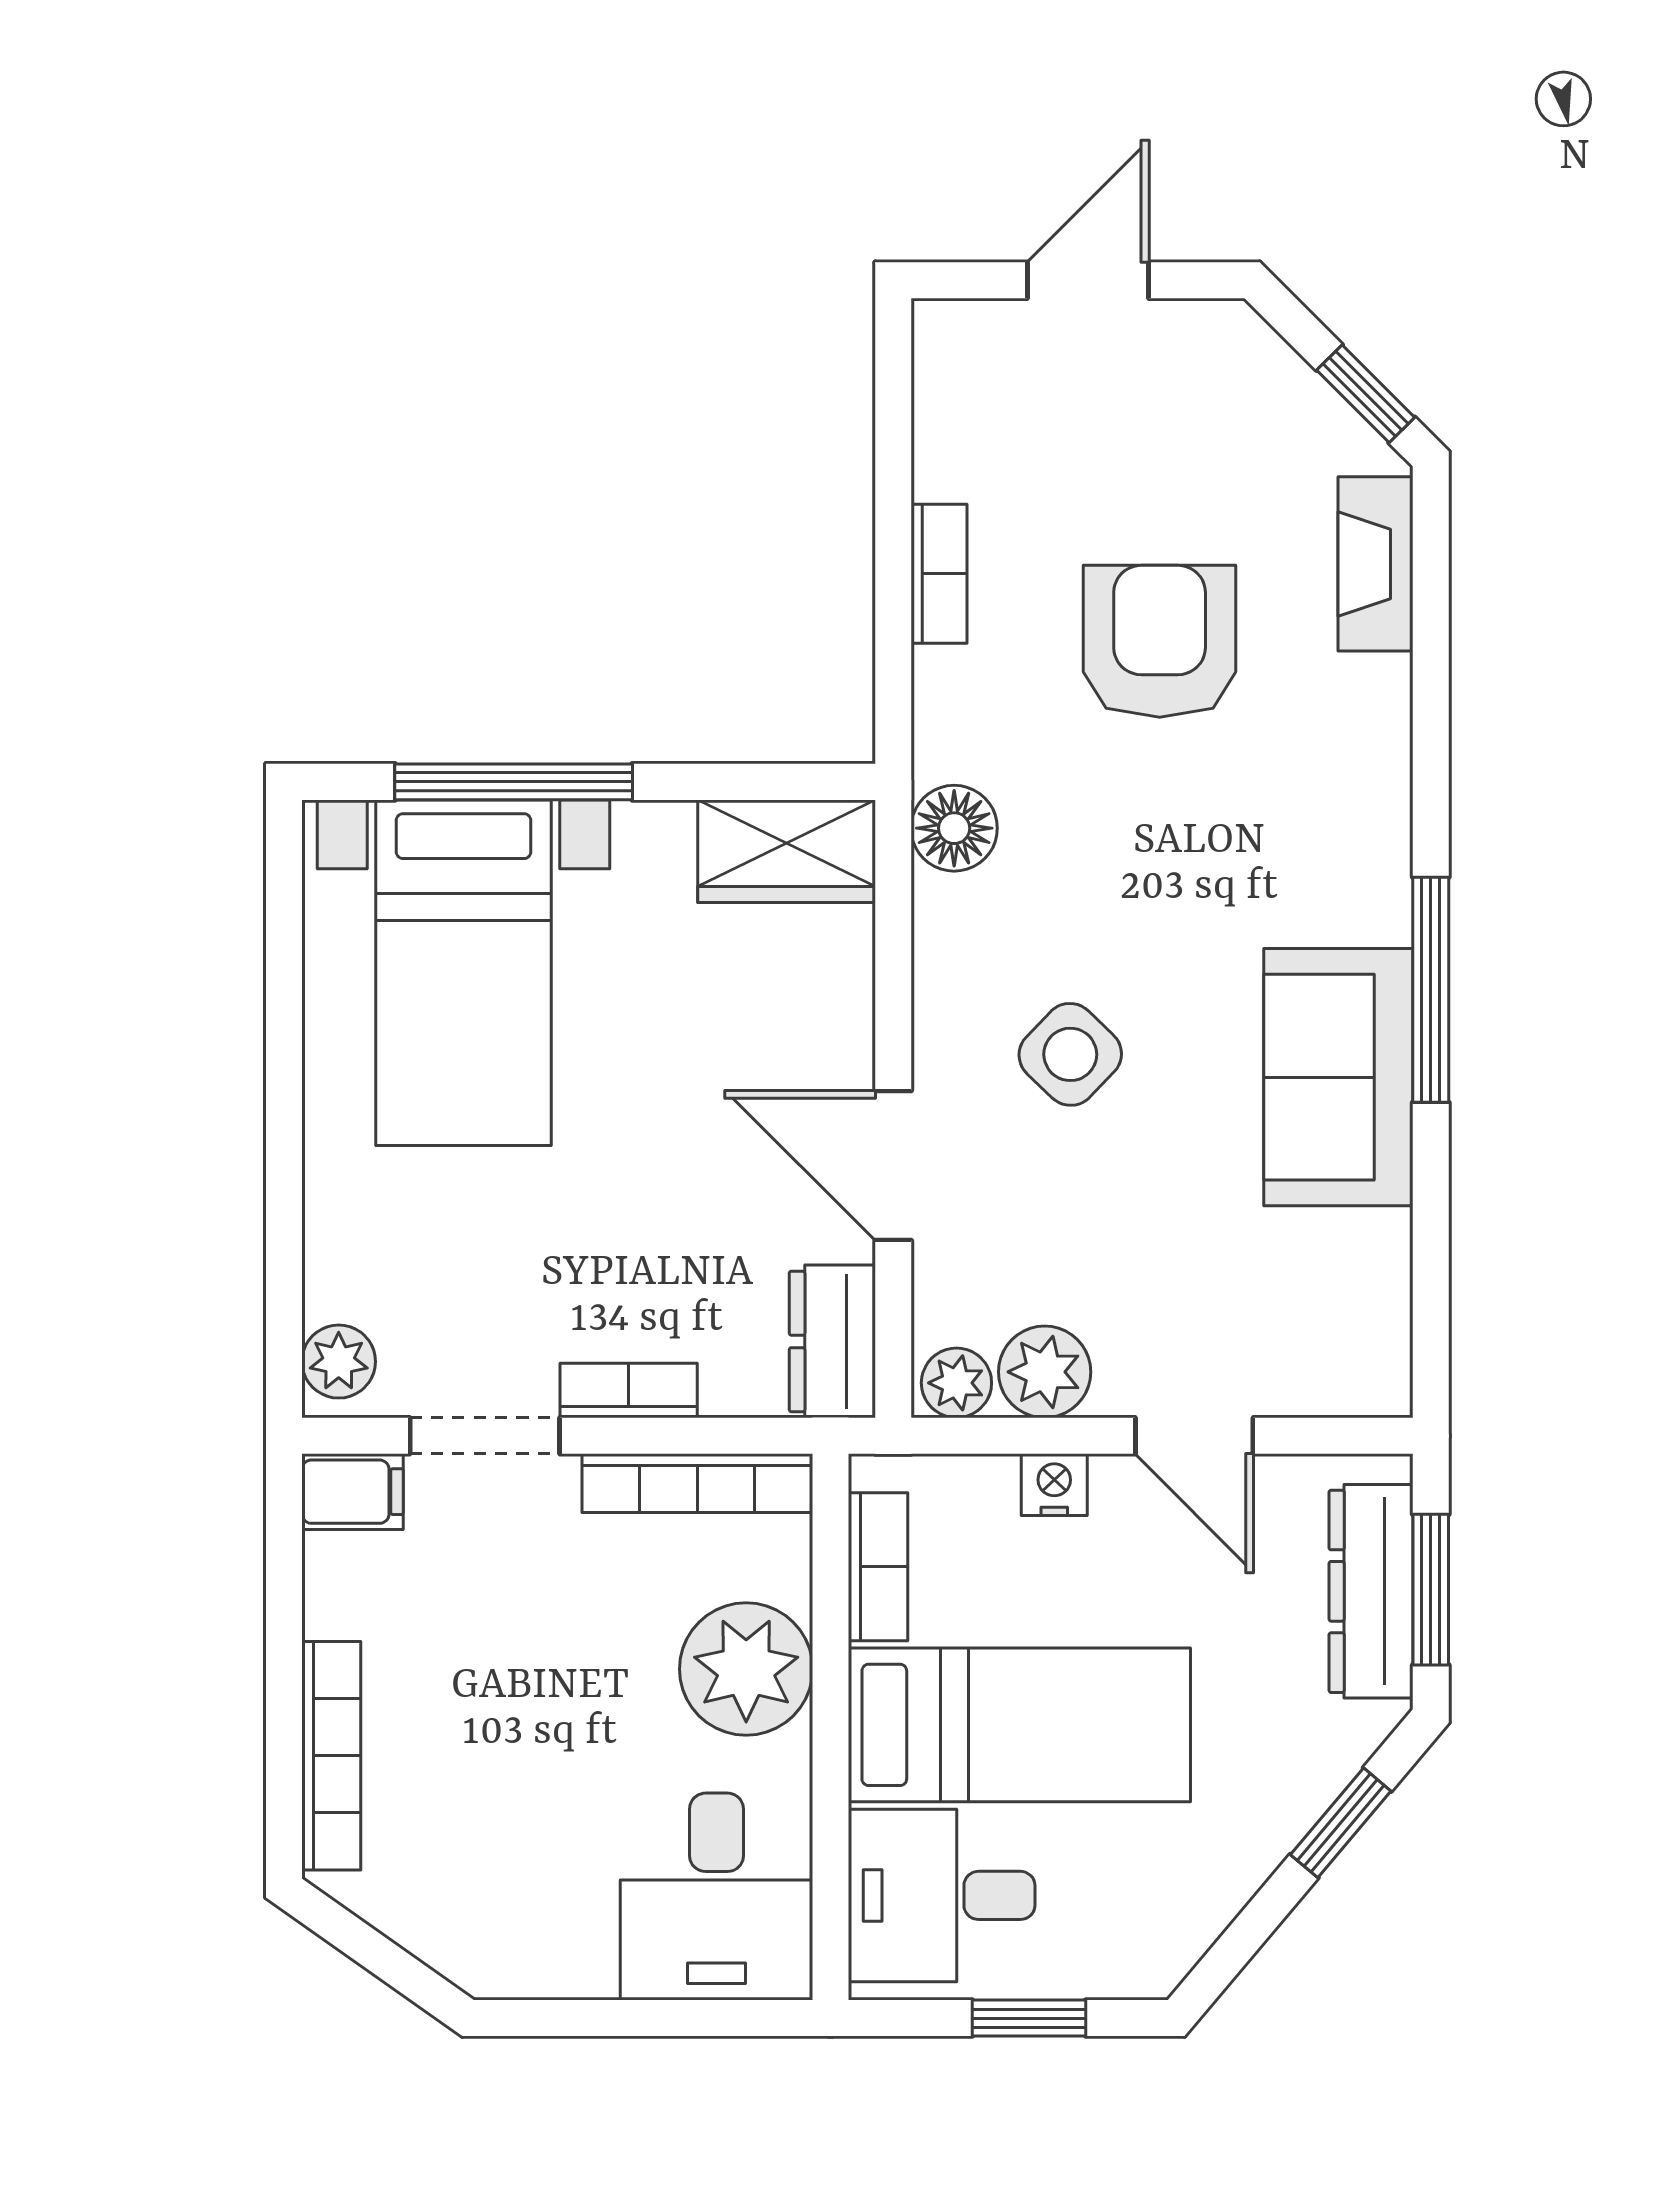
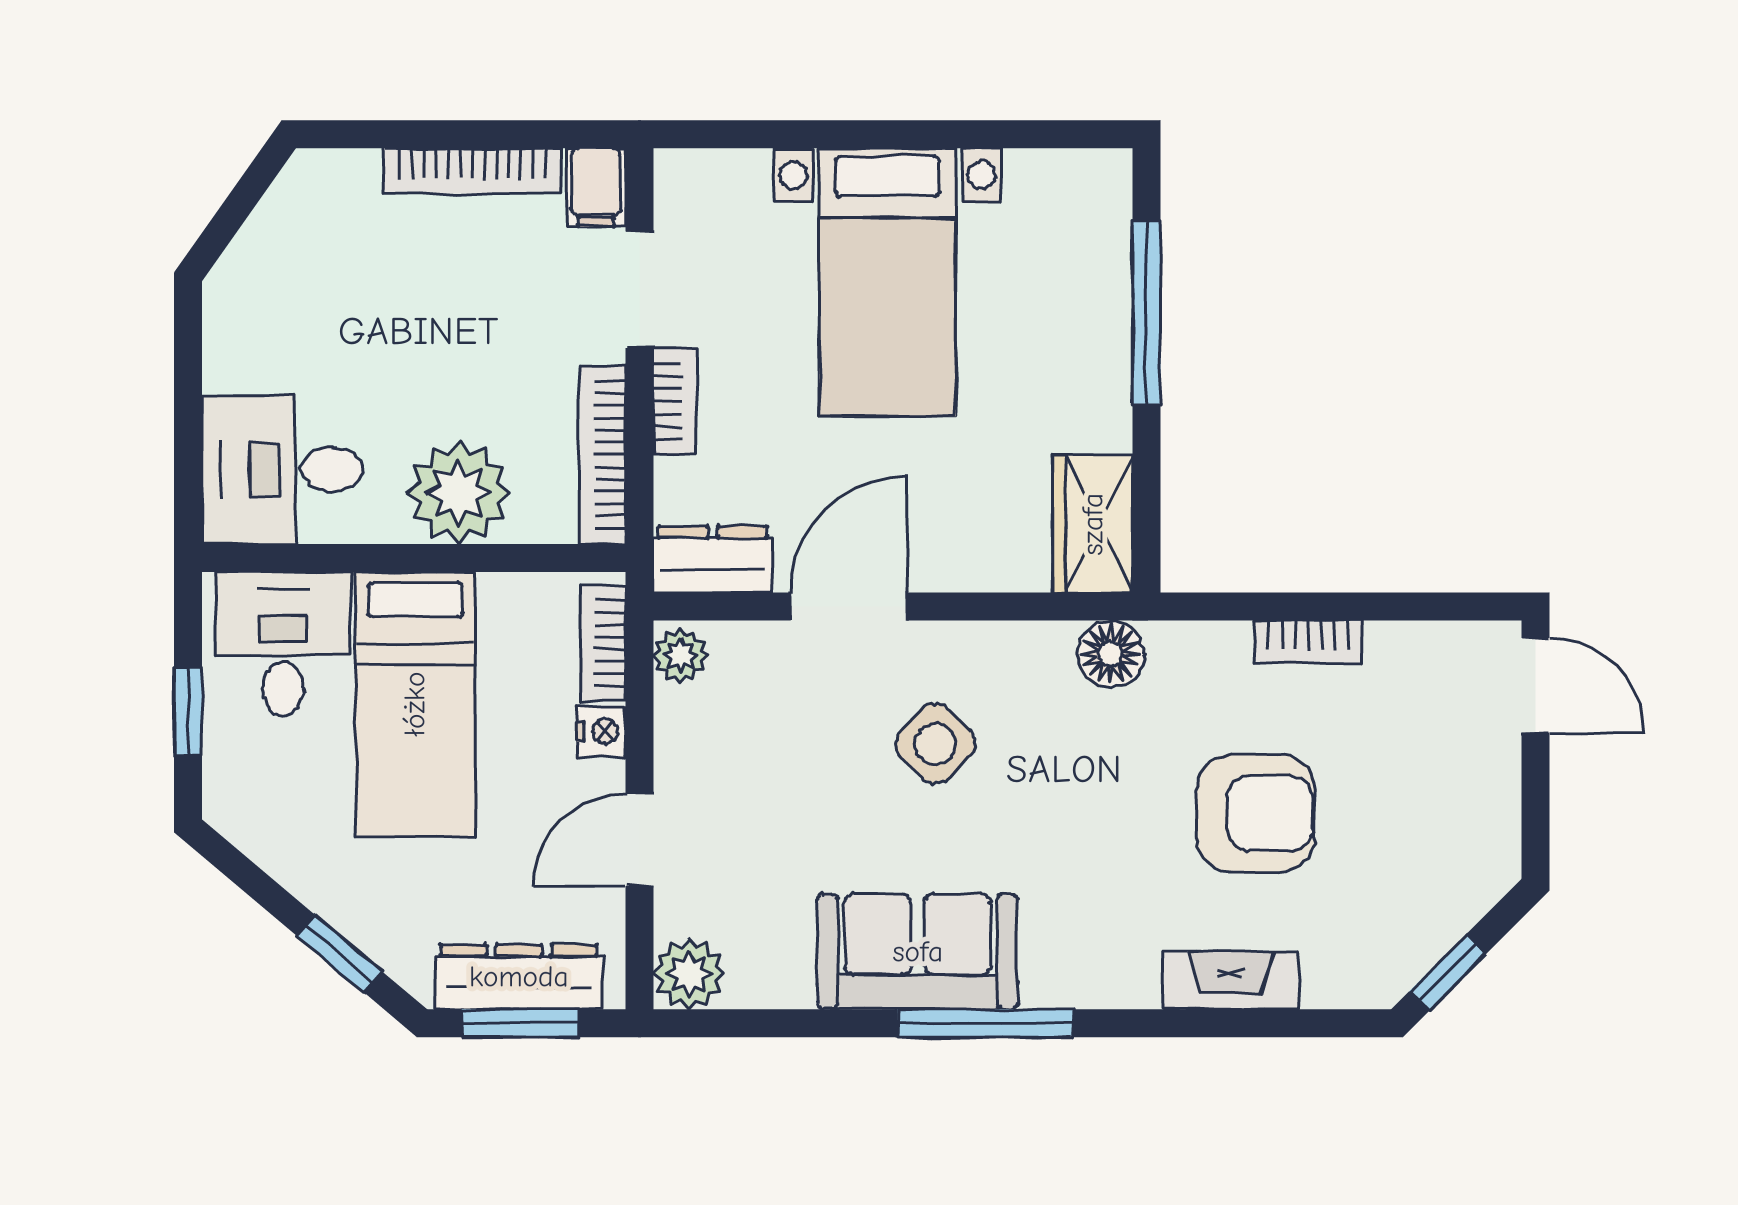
door: (1088, 280) -> (1535, 685), moved
fireplace: (1375, 564) -> (1231, 980), moved
bed with nightstands: (464, 973) -> (888, 282), moved, turned -90
plant: (339, 1362) -> (697, 177), removed
plant: (1045, 1372) -> (689, 974), moved
bookcase: (878, 1567) -> (603, 643), moved, turned 90
bookcase: (331, 1756) -> (472, 171), moved

